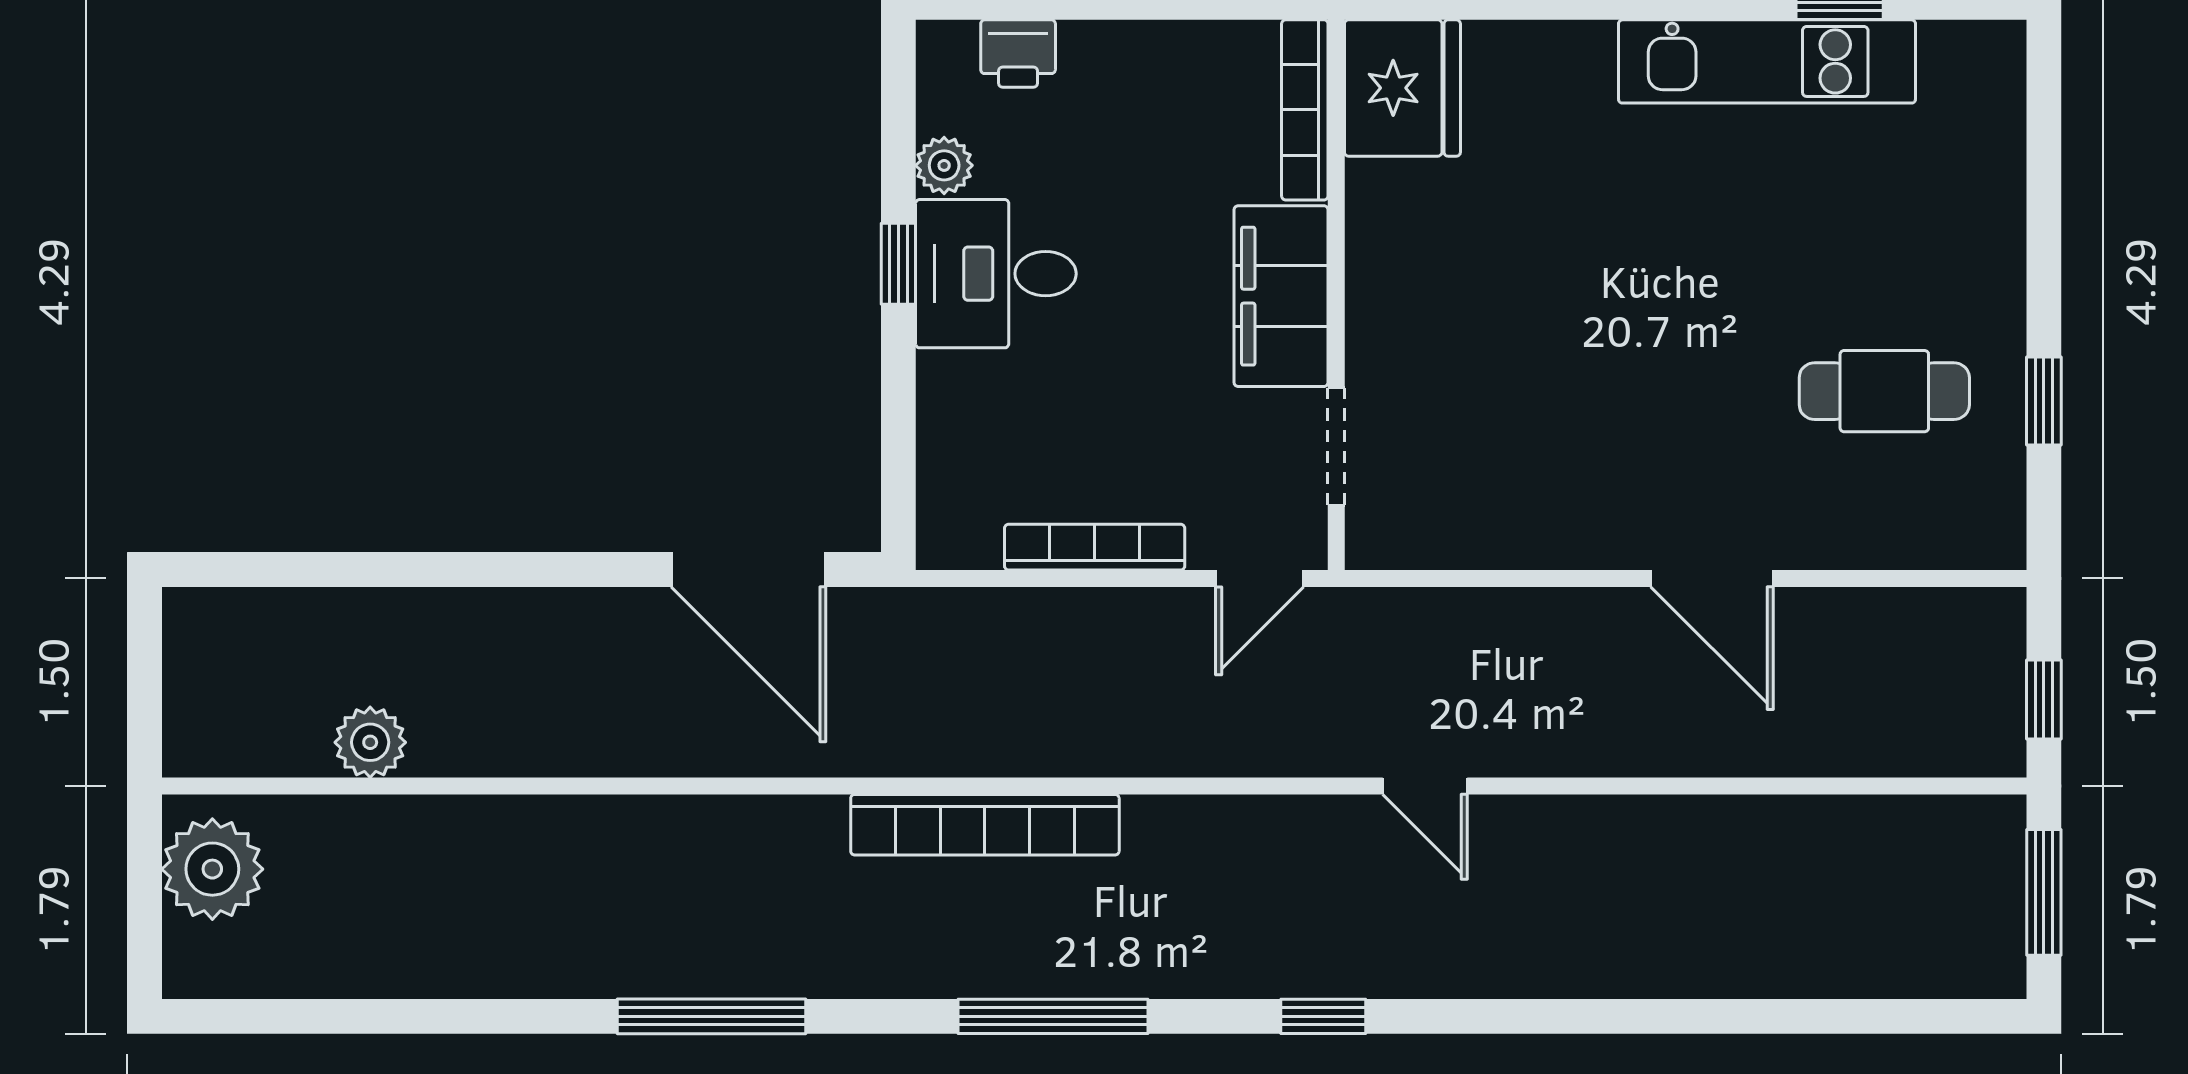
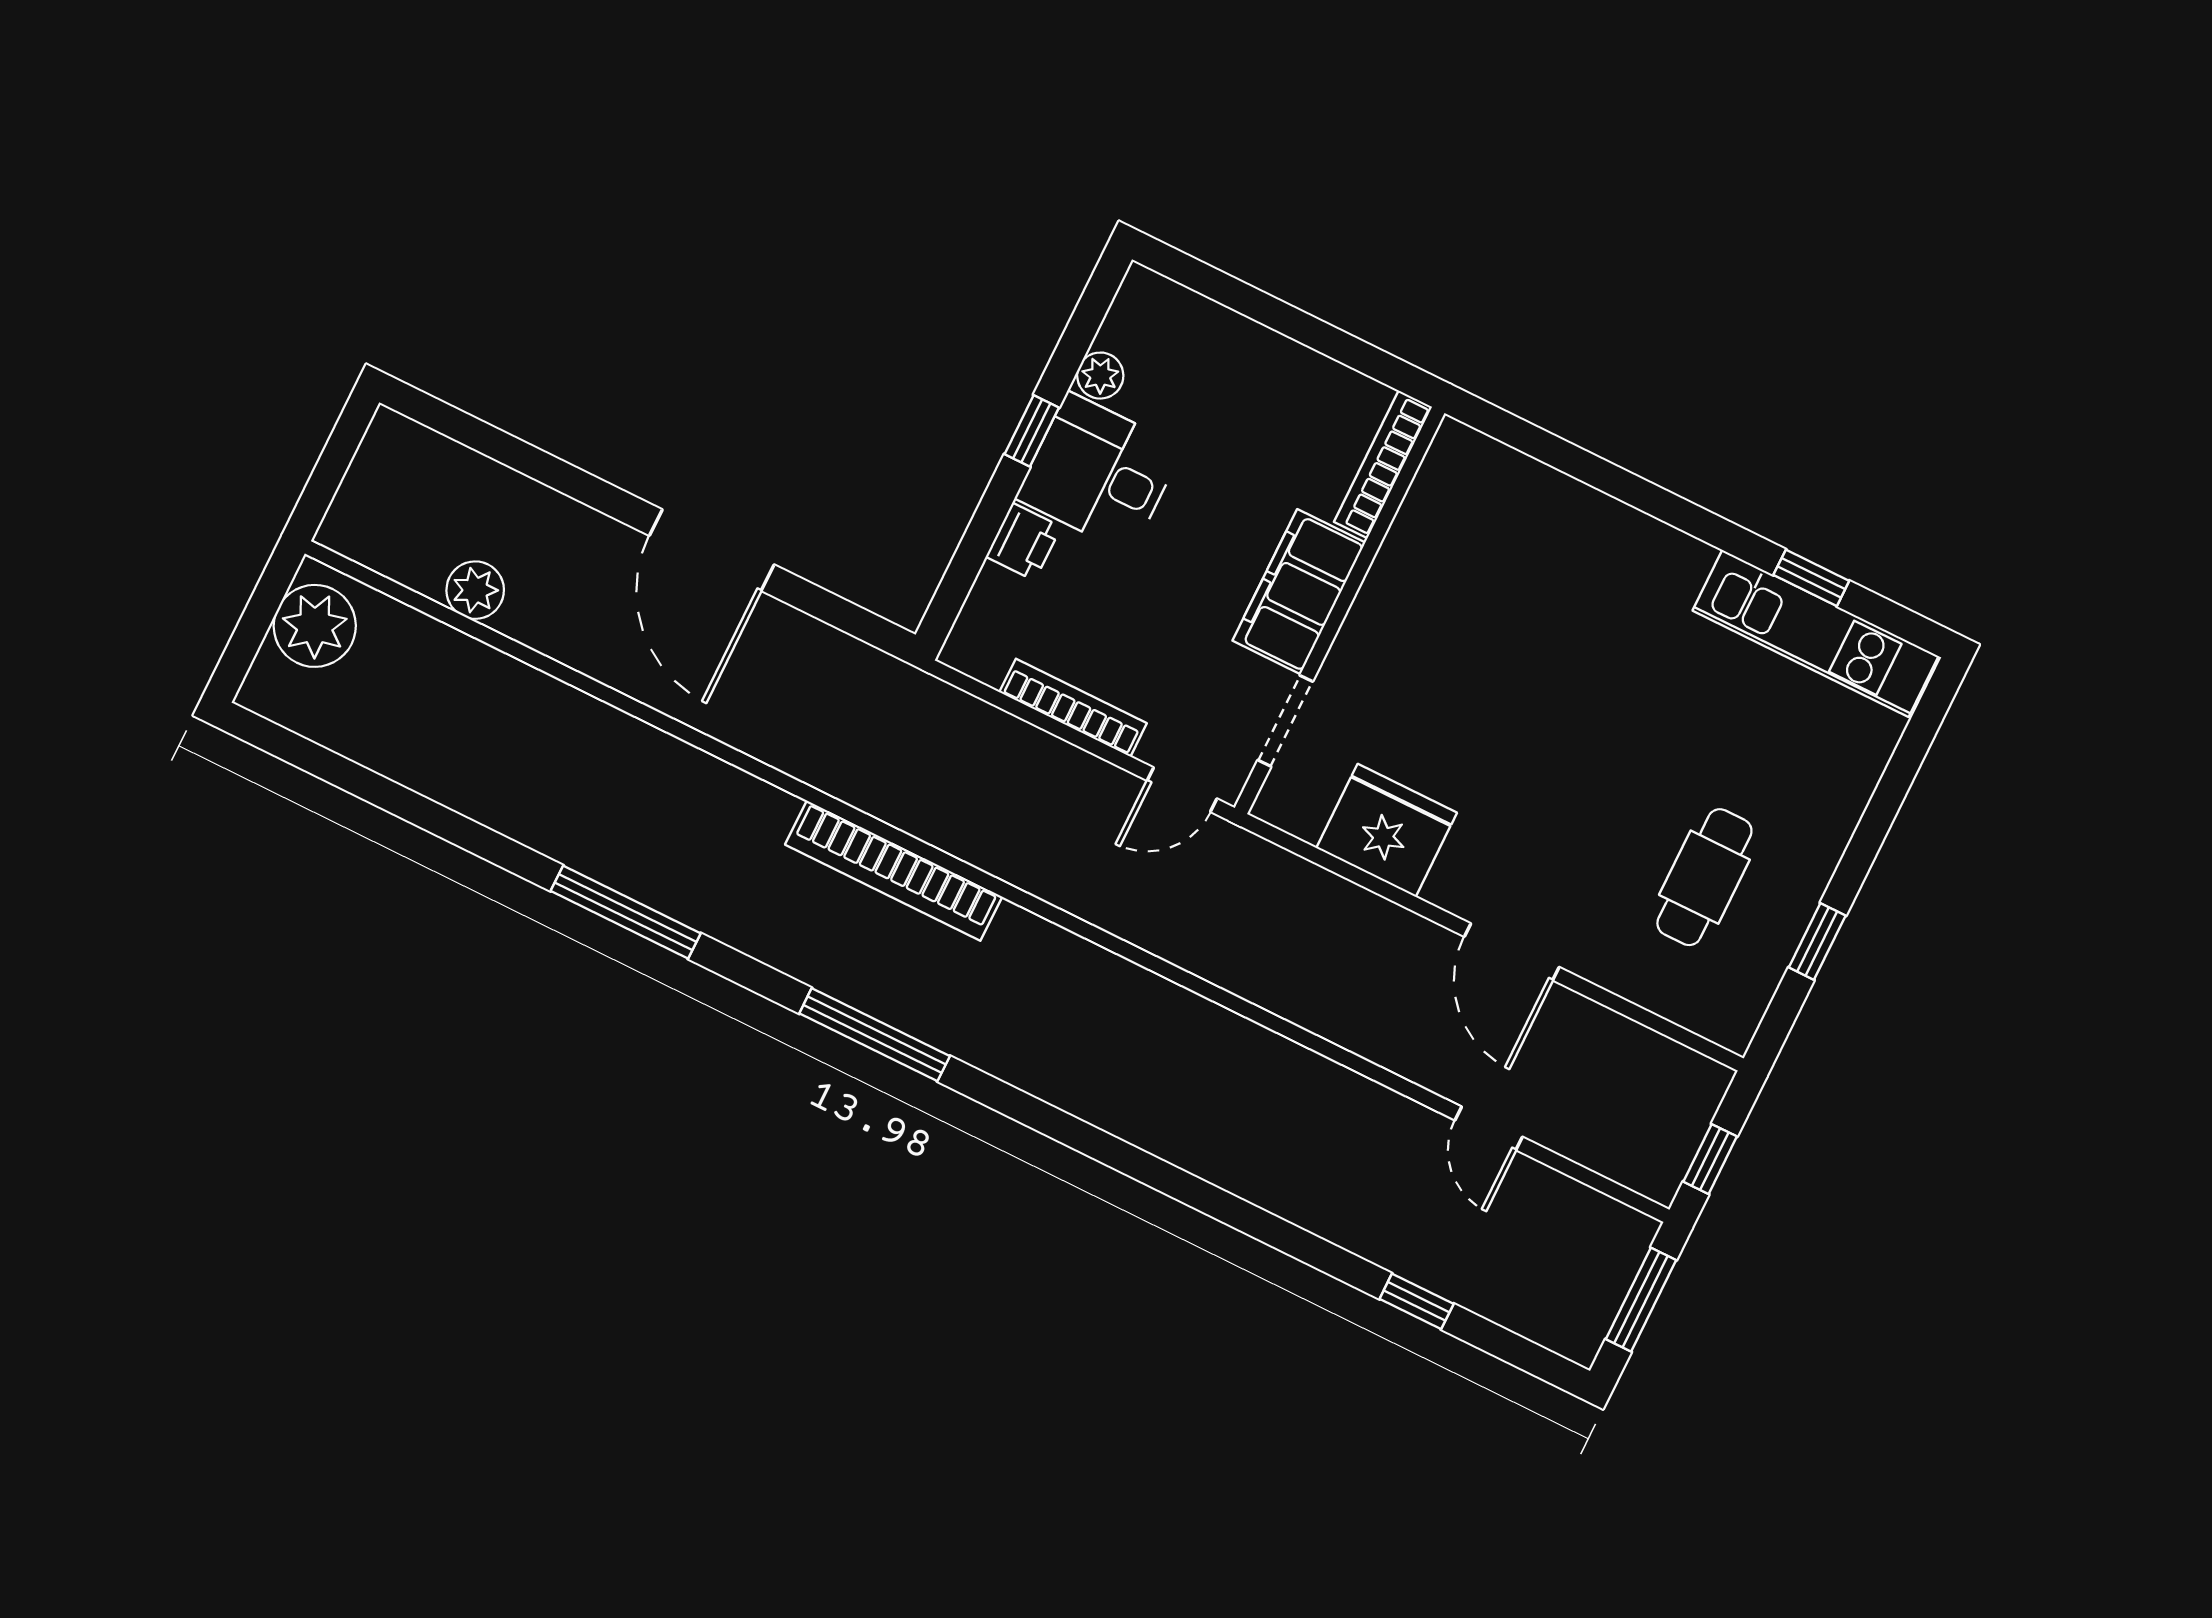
printer: (1018, 53) -> (1023, 542), moved, turned -90
kitchen unit: (1767, 61) -> (1816, 633), moved
fridge: (1402, 88) -> (1387, 830), moved, turned -90
cafe table: (1884, 391) -> (1704, 877), turned 90
door: (749, 569) -> (712, 550), moved
door: (1425, 786) -> (1489, 1128), moved
window: (1323, 1016) -> (1417, 1301), moved

